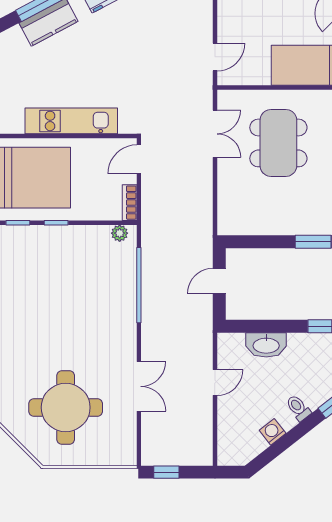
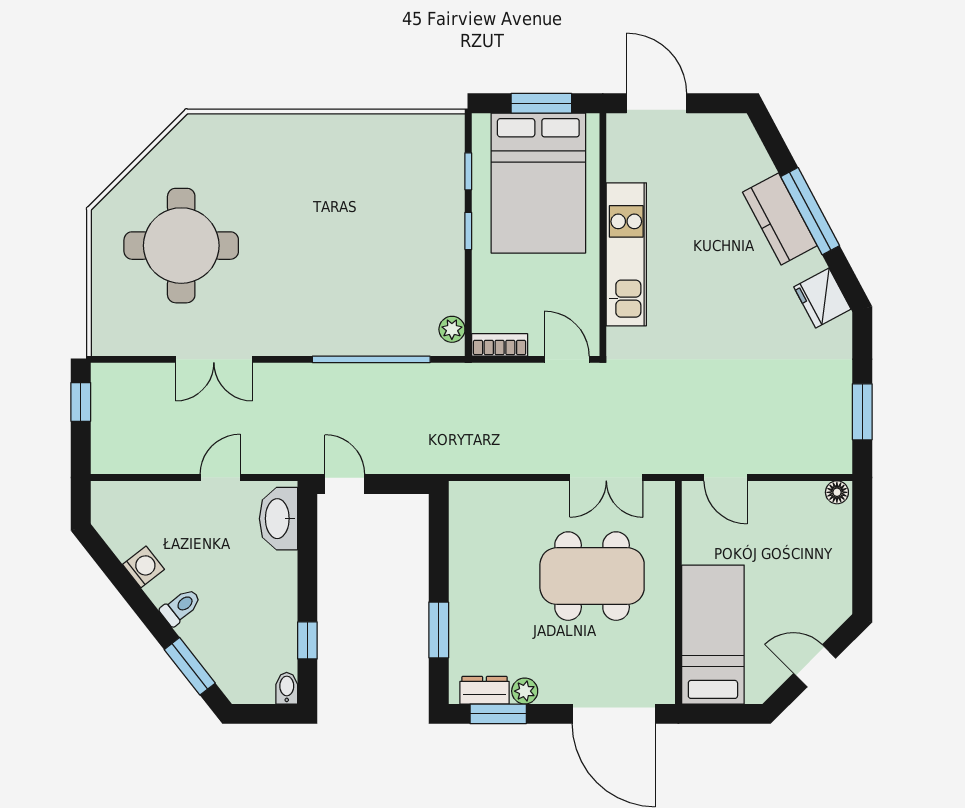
door: (219, 281) -> (345, 484), moved
washbasin: (266, 345) -> (278, 519), moved
door: (215, 382) -> (220, 478), swing flipped

